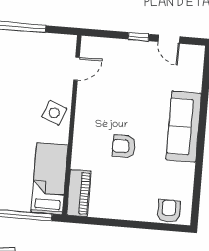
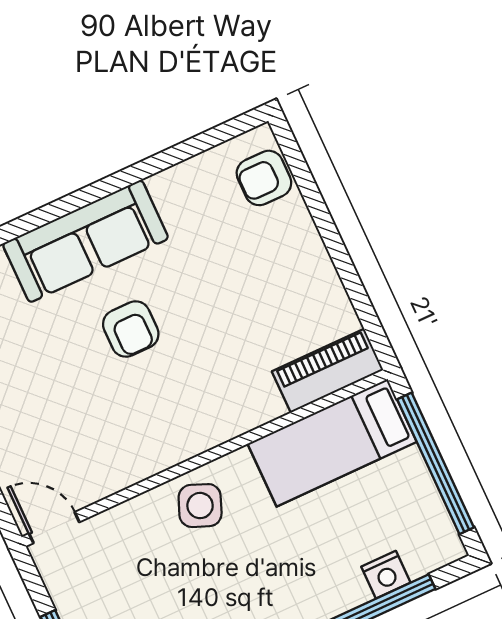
door: (77, 69) -> (54, 528), moved
armchair: (124, 146) -> (131, 329), moved

